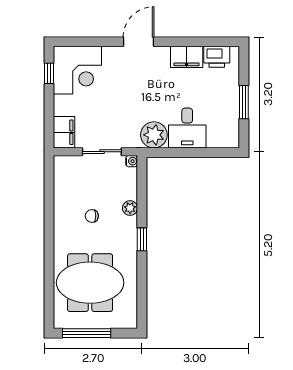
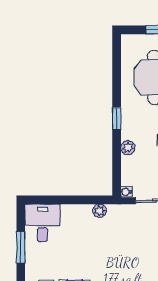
desk: (187, 128) -> (42, 223), moved
plant: (154, 135) -> (100, 211), width x0.53, depth x0.53

